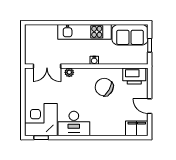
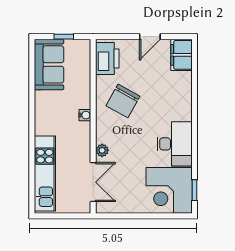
kitchen unit: (85, 32) -> (45, 173), moved

